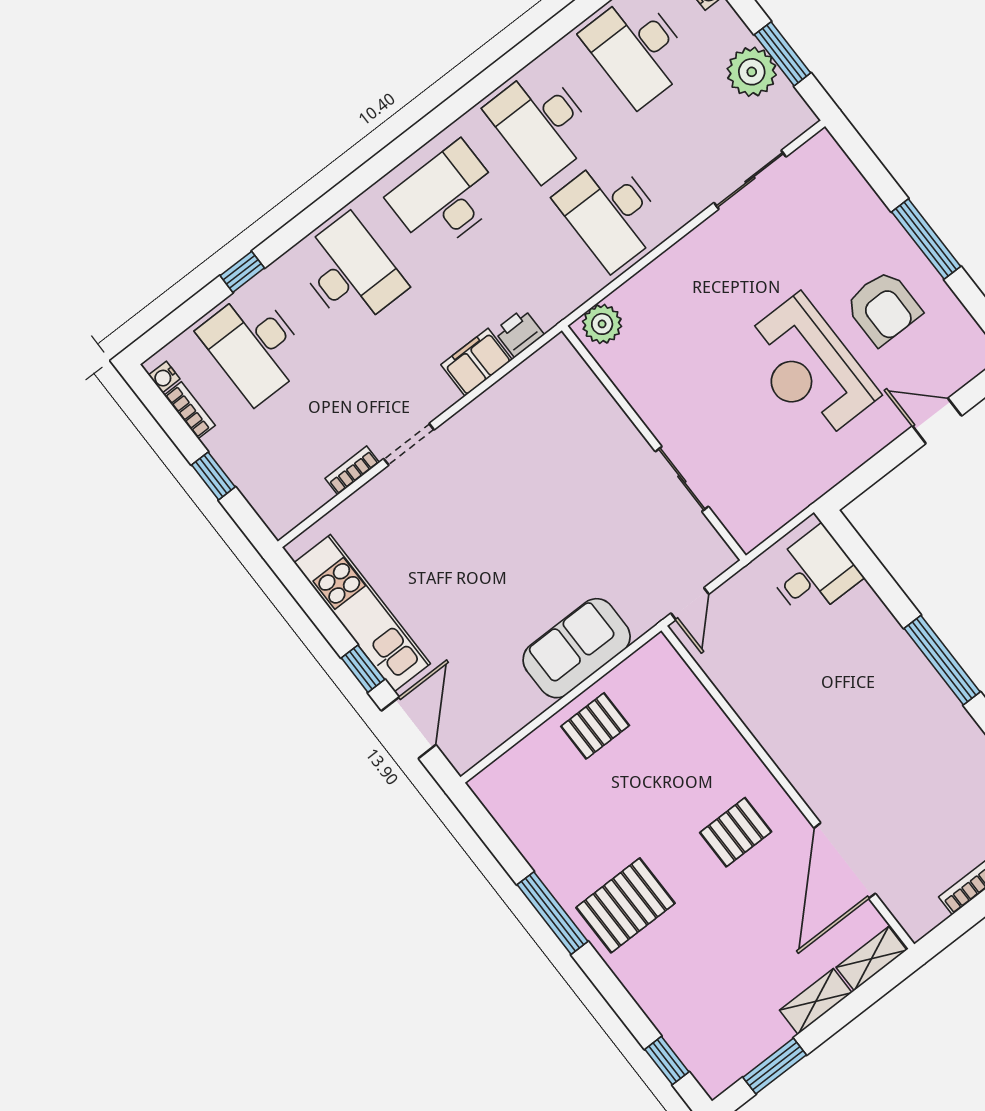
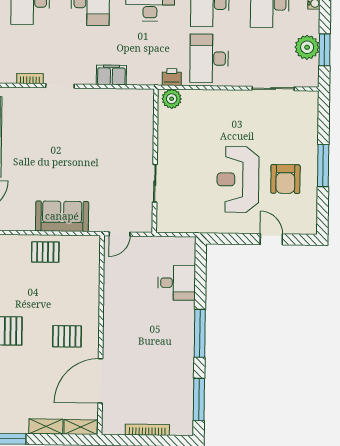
printer: (519, 333) -> (172, 77), moved
desk: (813, 573) -> (177, 283), moved

